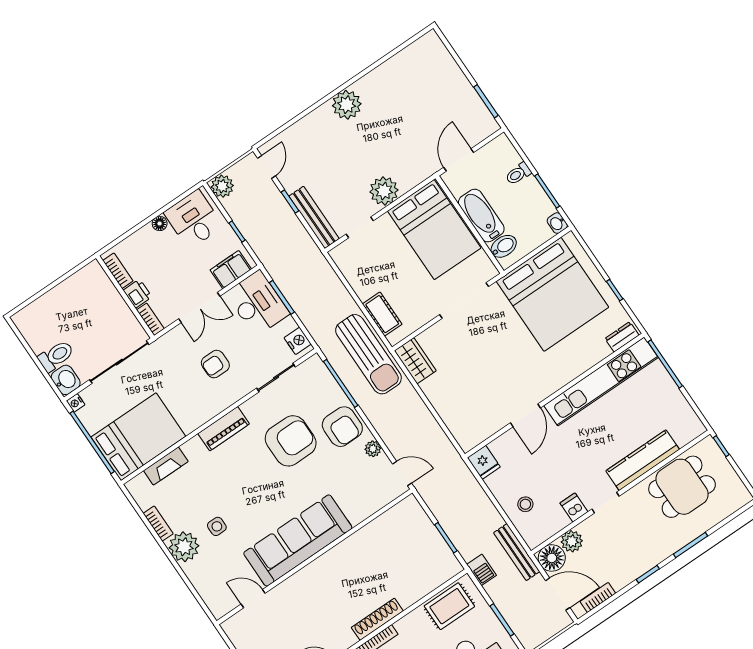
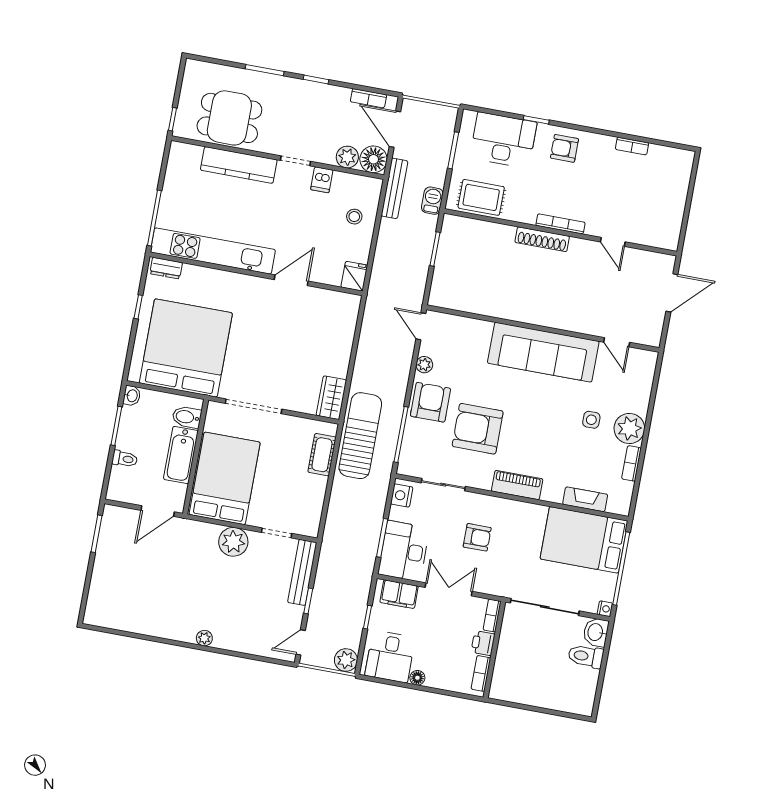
plant: (347, 105) -> (204, 638), width x0.53, depth x0.53

